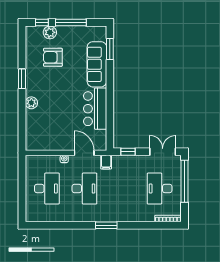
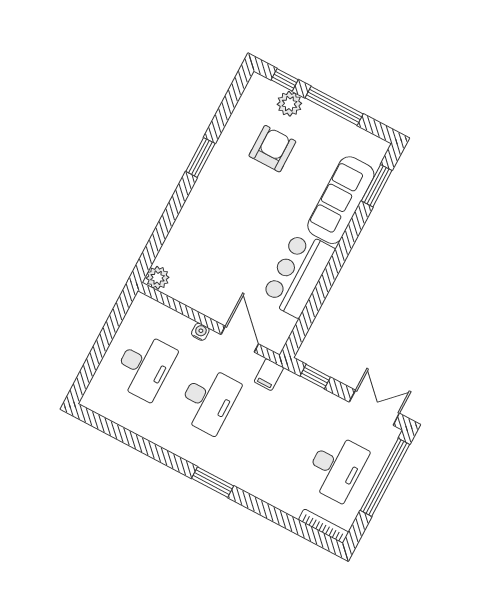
armchair: (53, 57) -> (272, 149), turned 90
plant: (31, 103) -> (158, 278), moved
desk: (160, 189) -> (336, 467), turned 180

